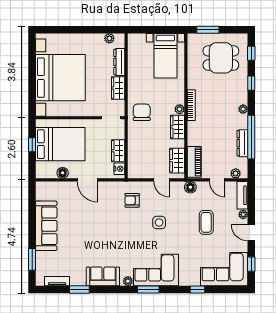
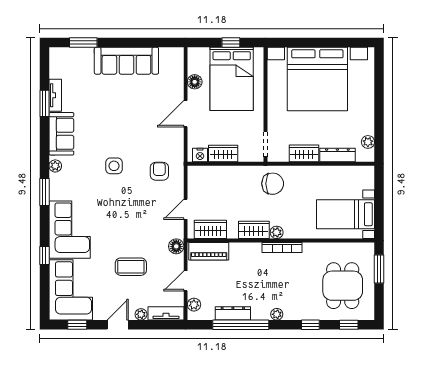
side table: (159, 223) -> (114, 166), moved
corner sofa: (156, 270) -> (70, 230), moved
tv unit: (57, 281) -> (55, 95), moved

